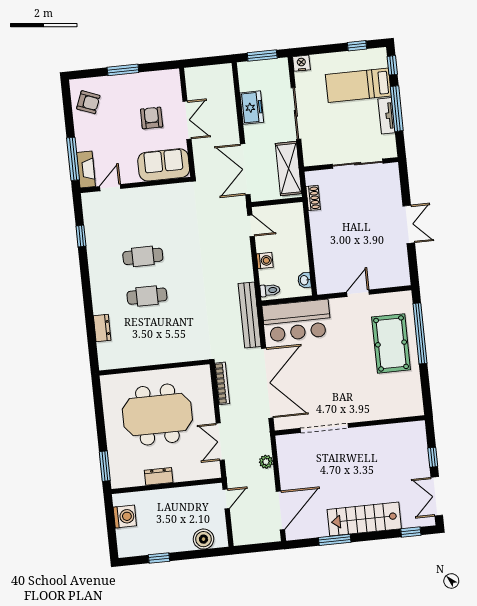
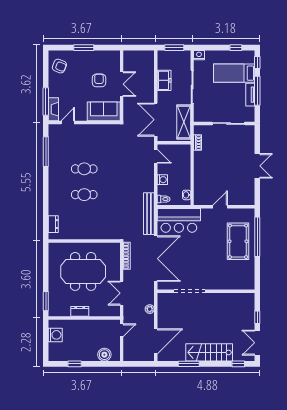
window: (81, 236) -> (46, 152), width x2.17
dresser: (102, 328) -> (53, 224), moved

